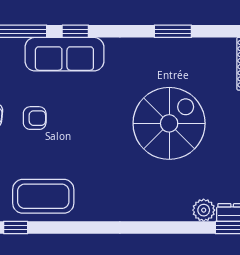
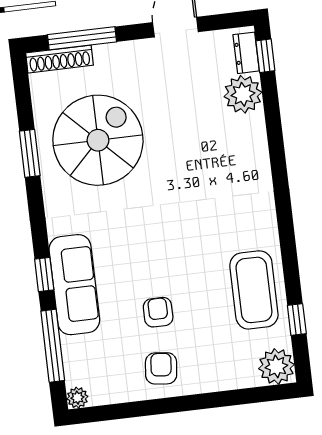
spiral stairs: (169, 123) -> (98, 140), moved, turned 90
plant: (204, 210) -> (243, 94), width x1.36, depth x1.36

